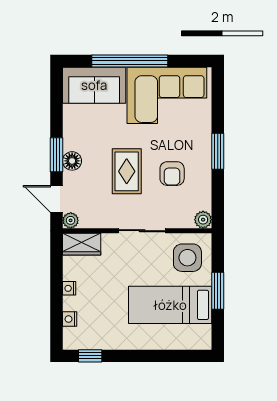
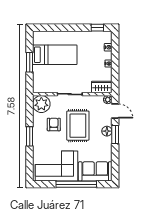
rug: (127, 171) -> (78, 126), width x1.36, depth x1.43
plant: (203, 220) -> (41, 104), width x1.87, depth x1.87
side table: (187, 258) -> (46, 80), removed

